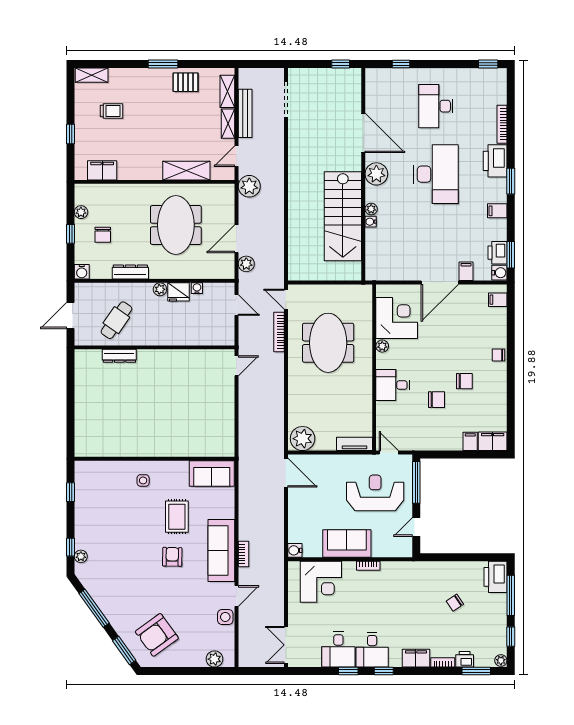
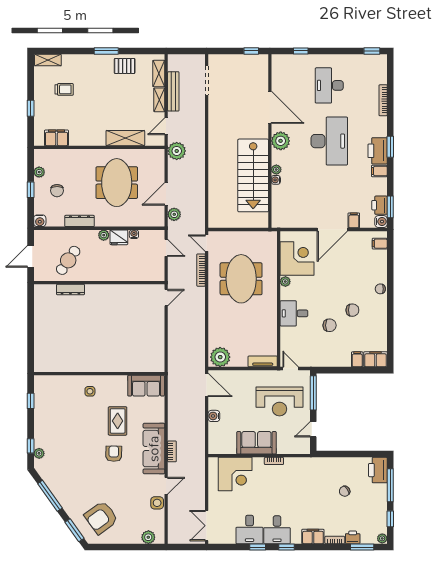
printer: (495, 161) -> (378, 151), moved
reception desk: (375, 493) -> (280, 401), turned 180
water cooler: (295, 550) -> (214, 416), moved

